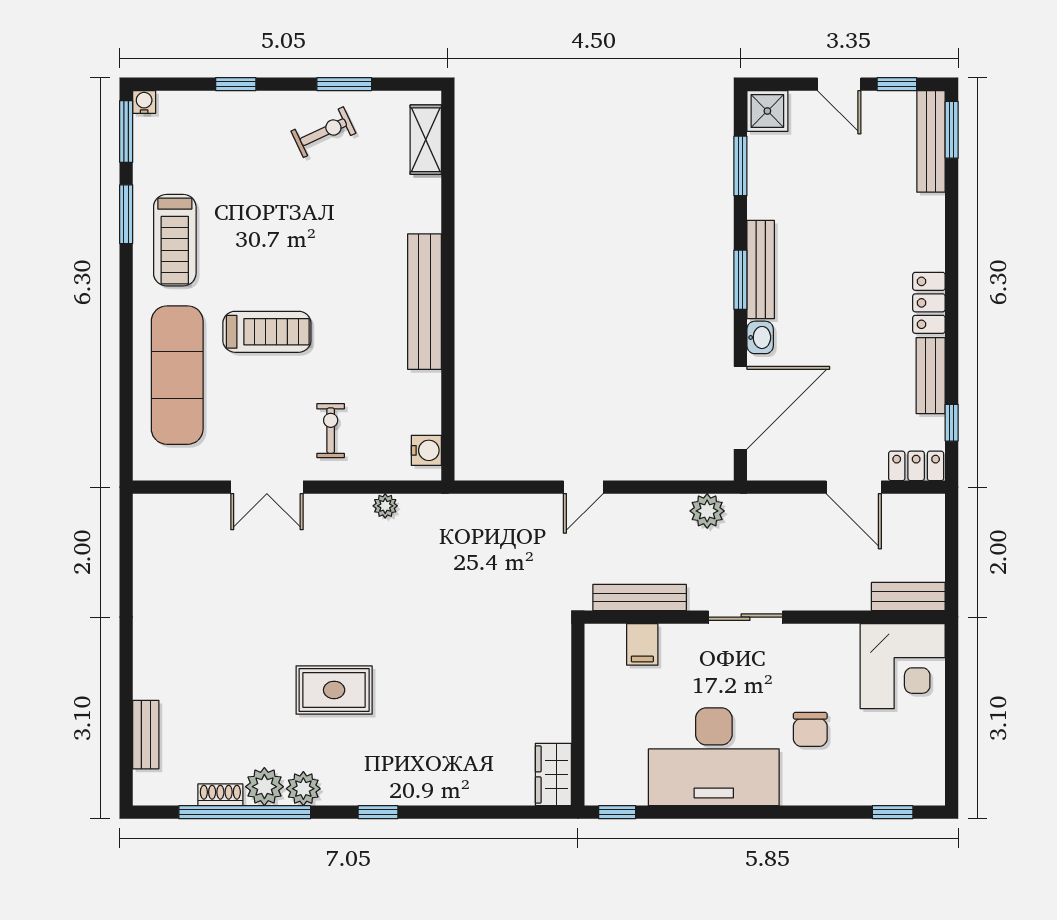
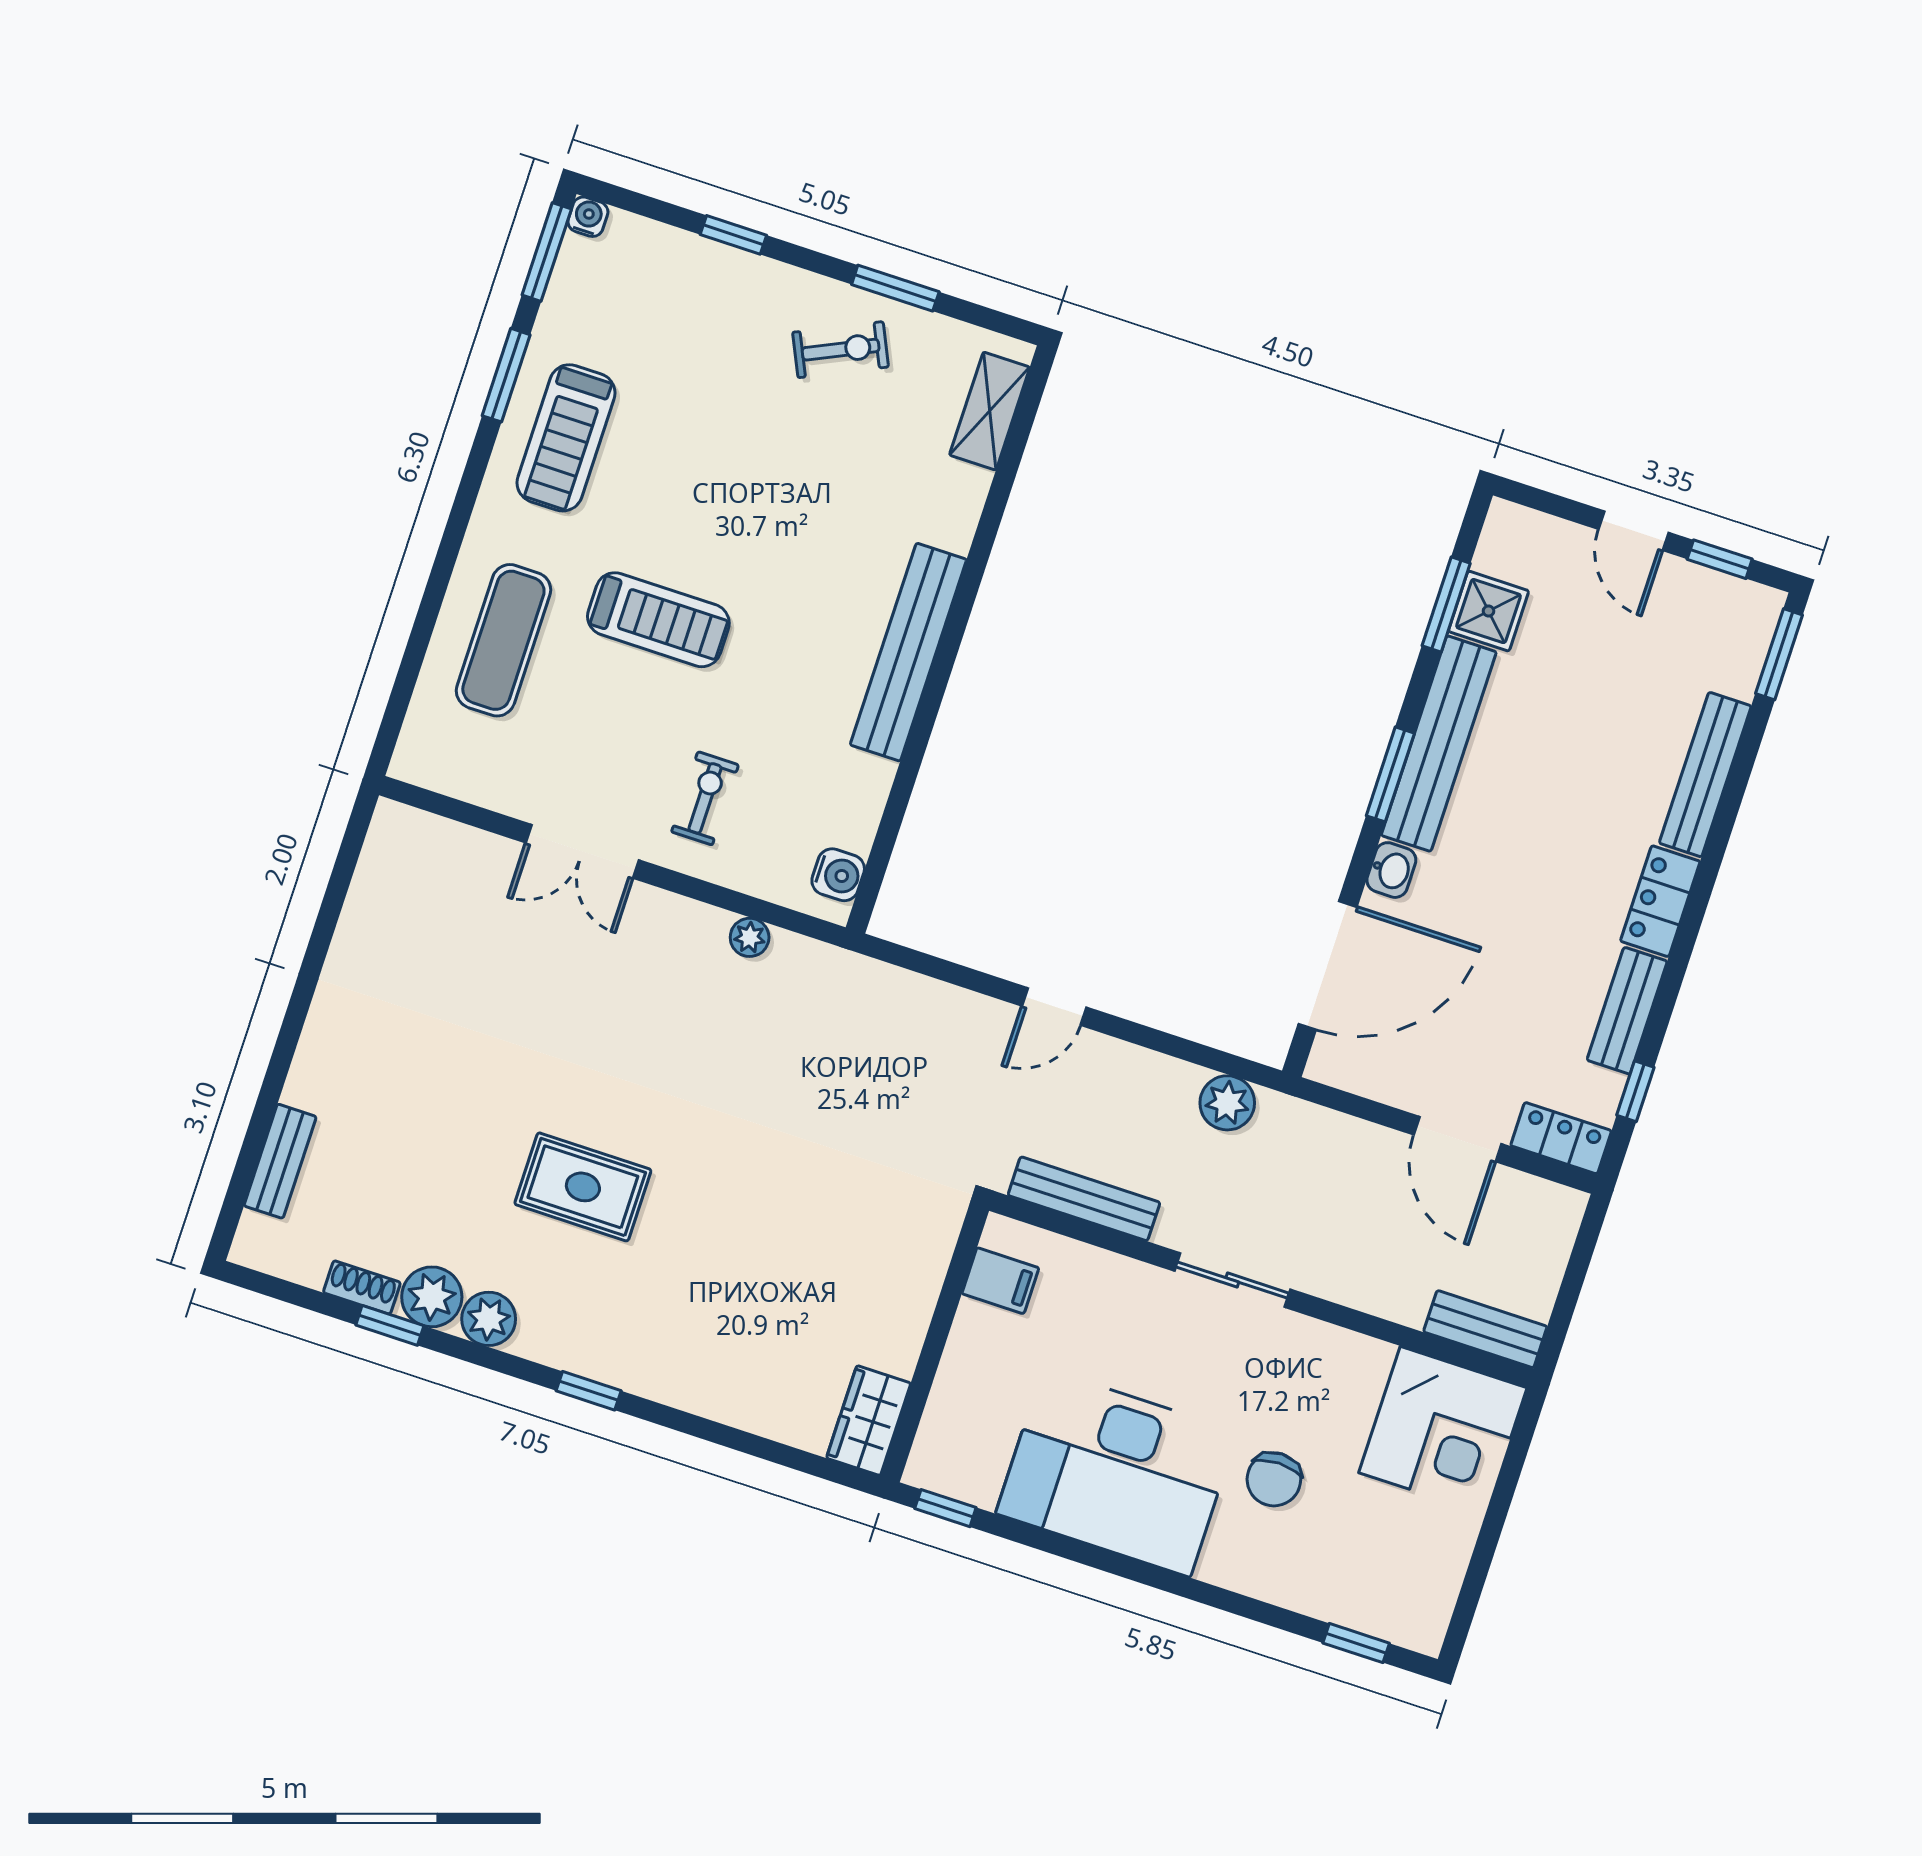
shower: (767, 111) -> (1489, 611), moved
bench: (931, 141) -> (1705, 775), moved
bench: (761, 270) -> (1439, 744), width x1.37, depth x1.21
exercise mat: (177, 375) -> (503, 640), width x0.73, depth x0.69
filing cabinet: (642, 644) -> (1000, 1281), moved, turned -90
window: (245, 812) -> (390, 1325), width x0.32

